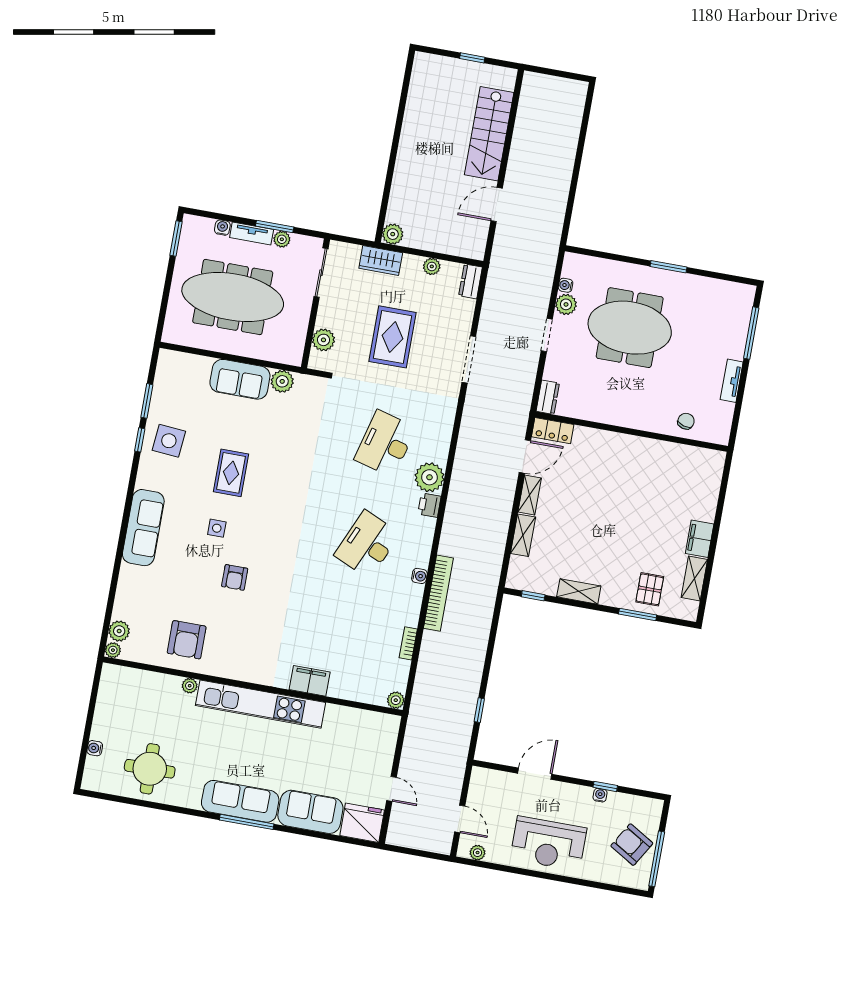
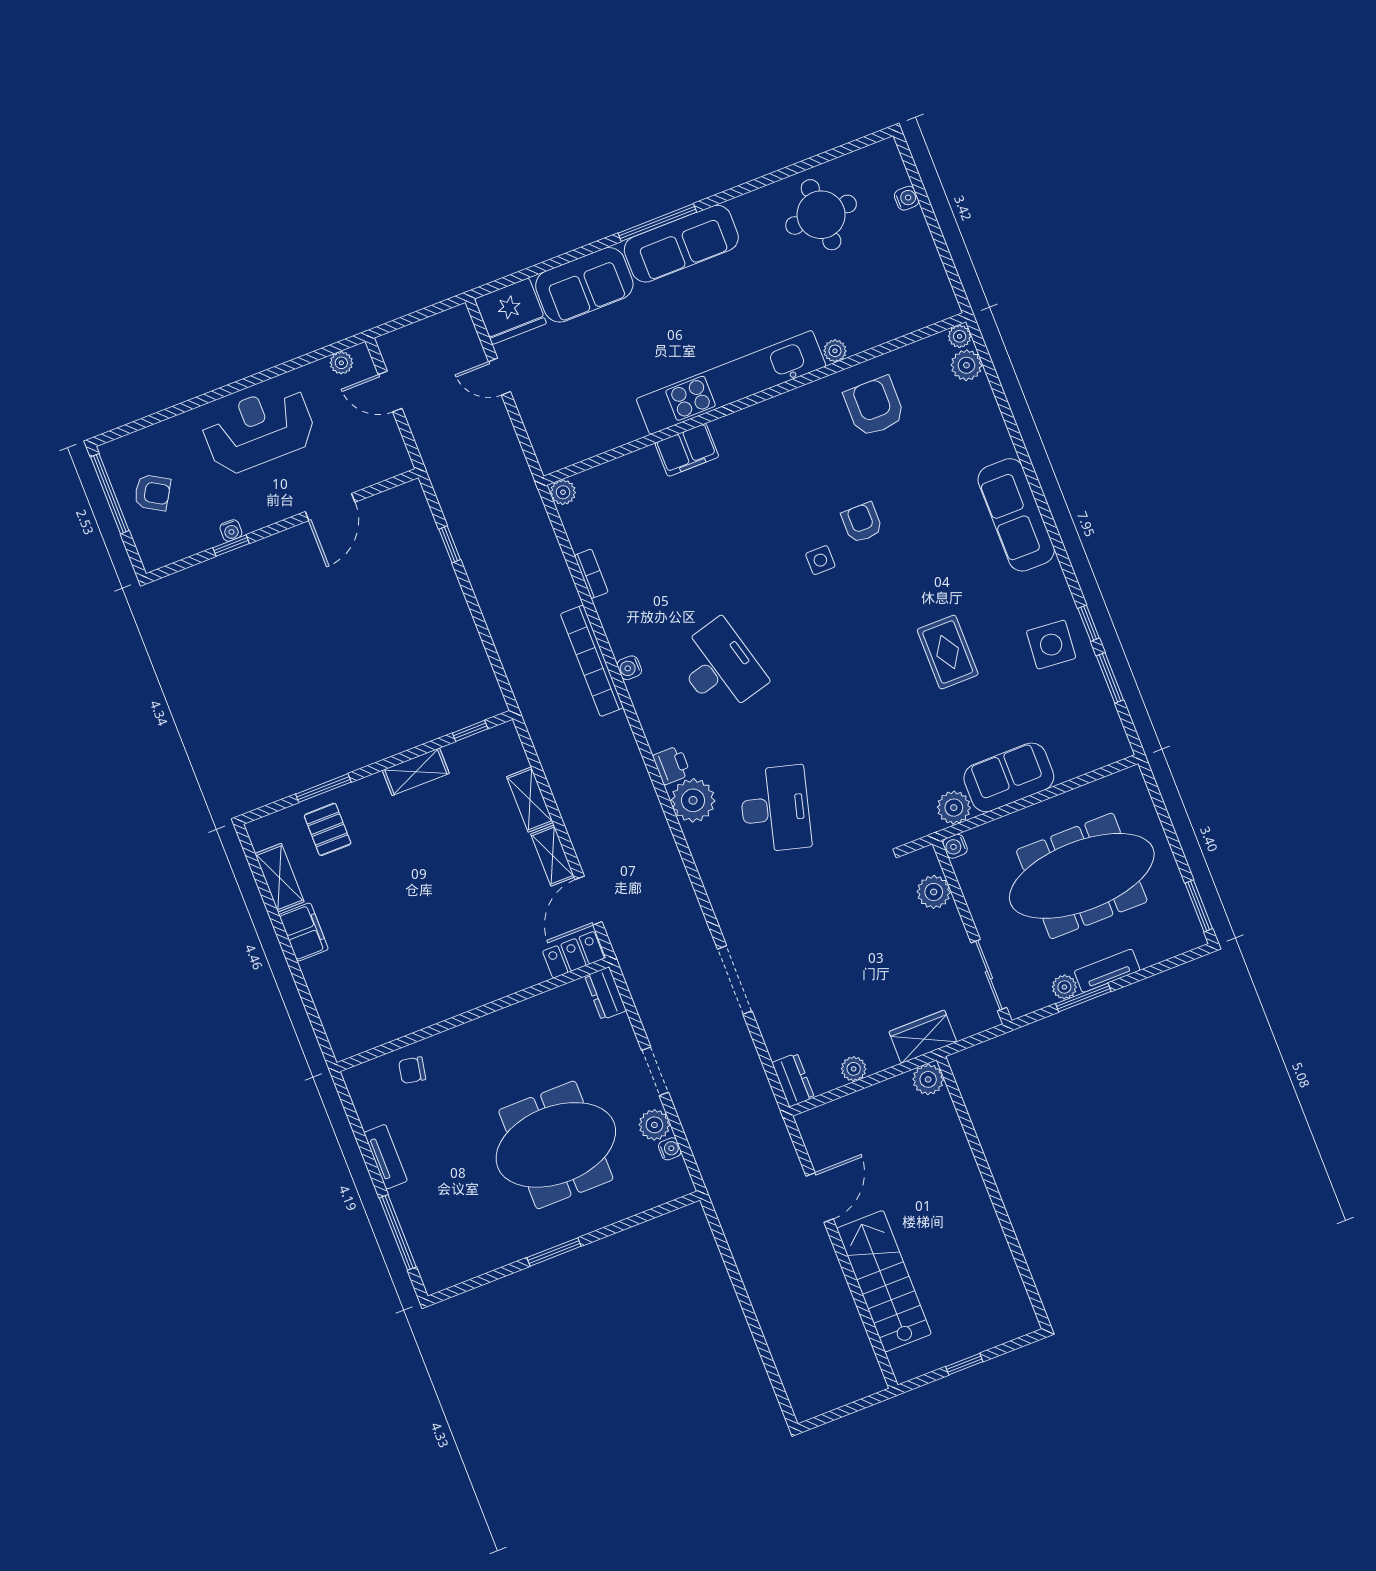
water cooler: (222, 228) -> (955, 846), moved, turned 90
rug: (392, 337) -> (849, 949), removed
chair: (686, 421) -> (412, 1070), turned 85
side table: (217, 528) -> (820, 560), moved
desk: (367, 544) -> (720, 667), turned -39
armchair: (632, 845) -> (152, 493), width x0.72, depth x0.72

